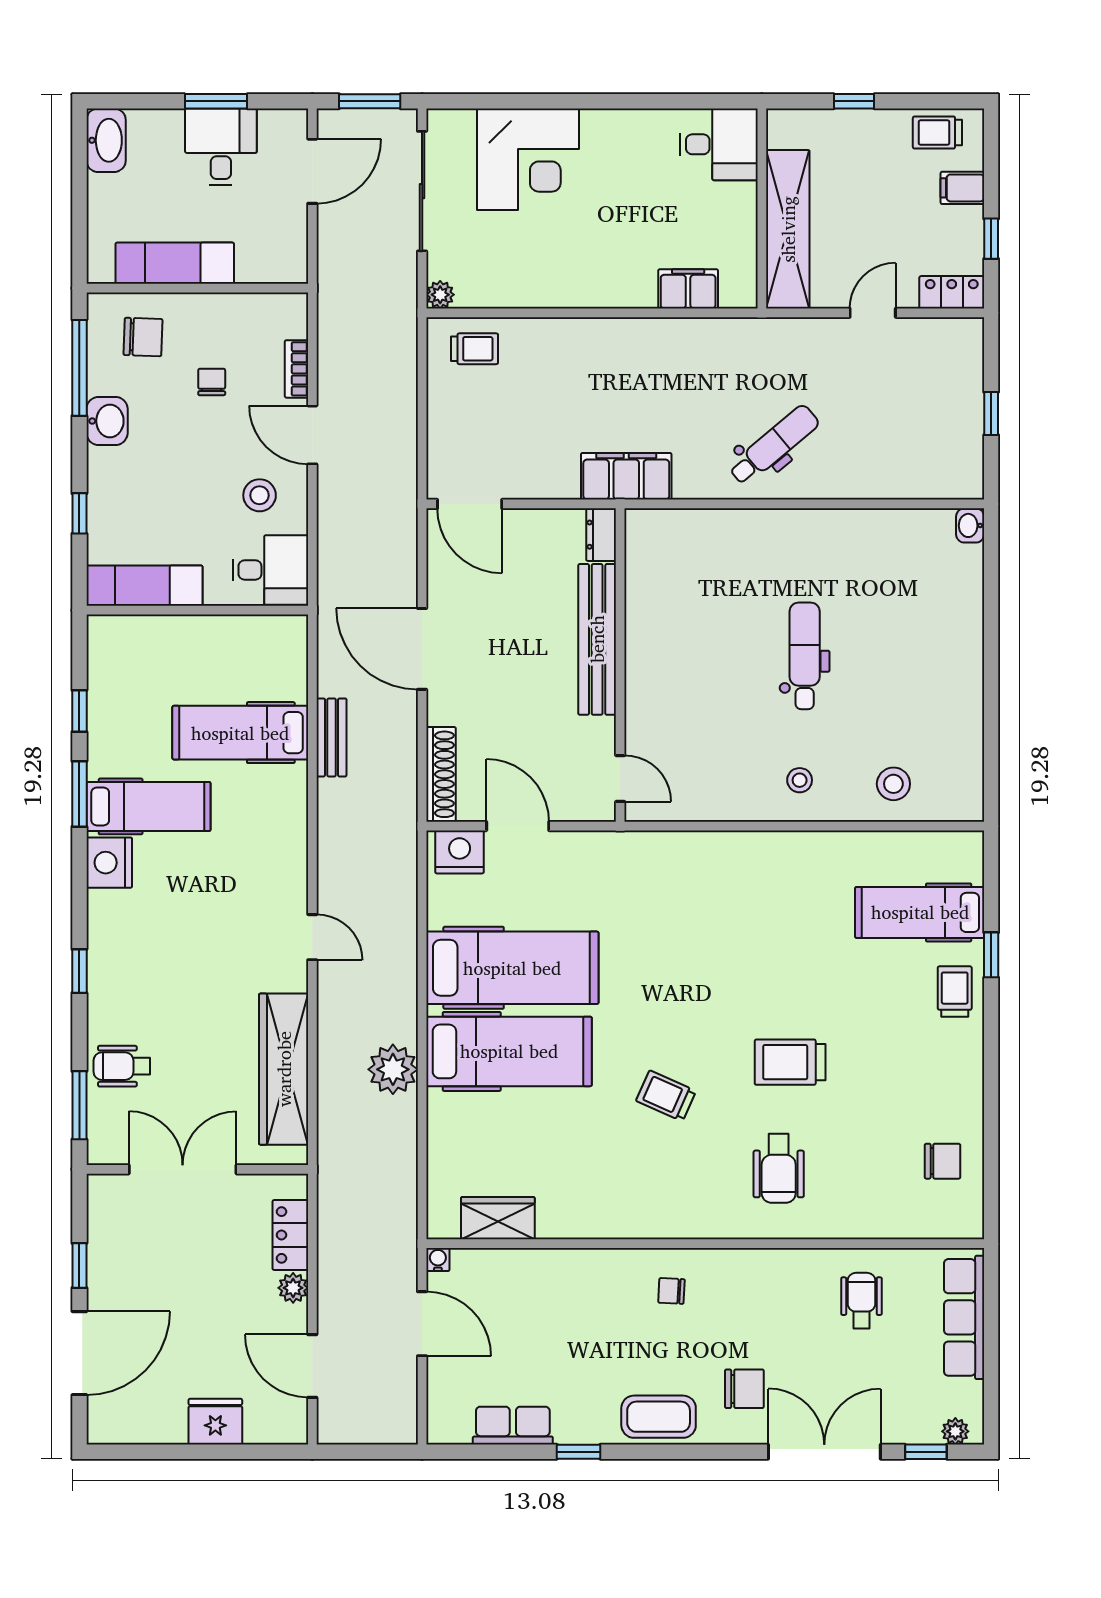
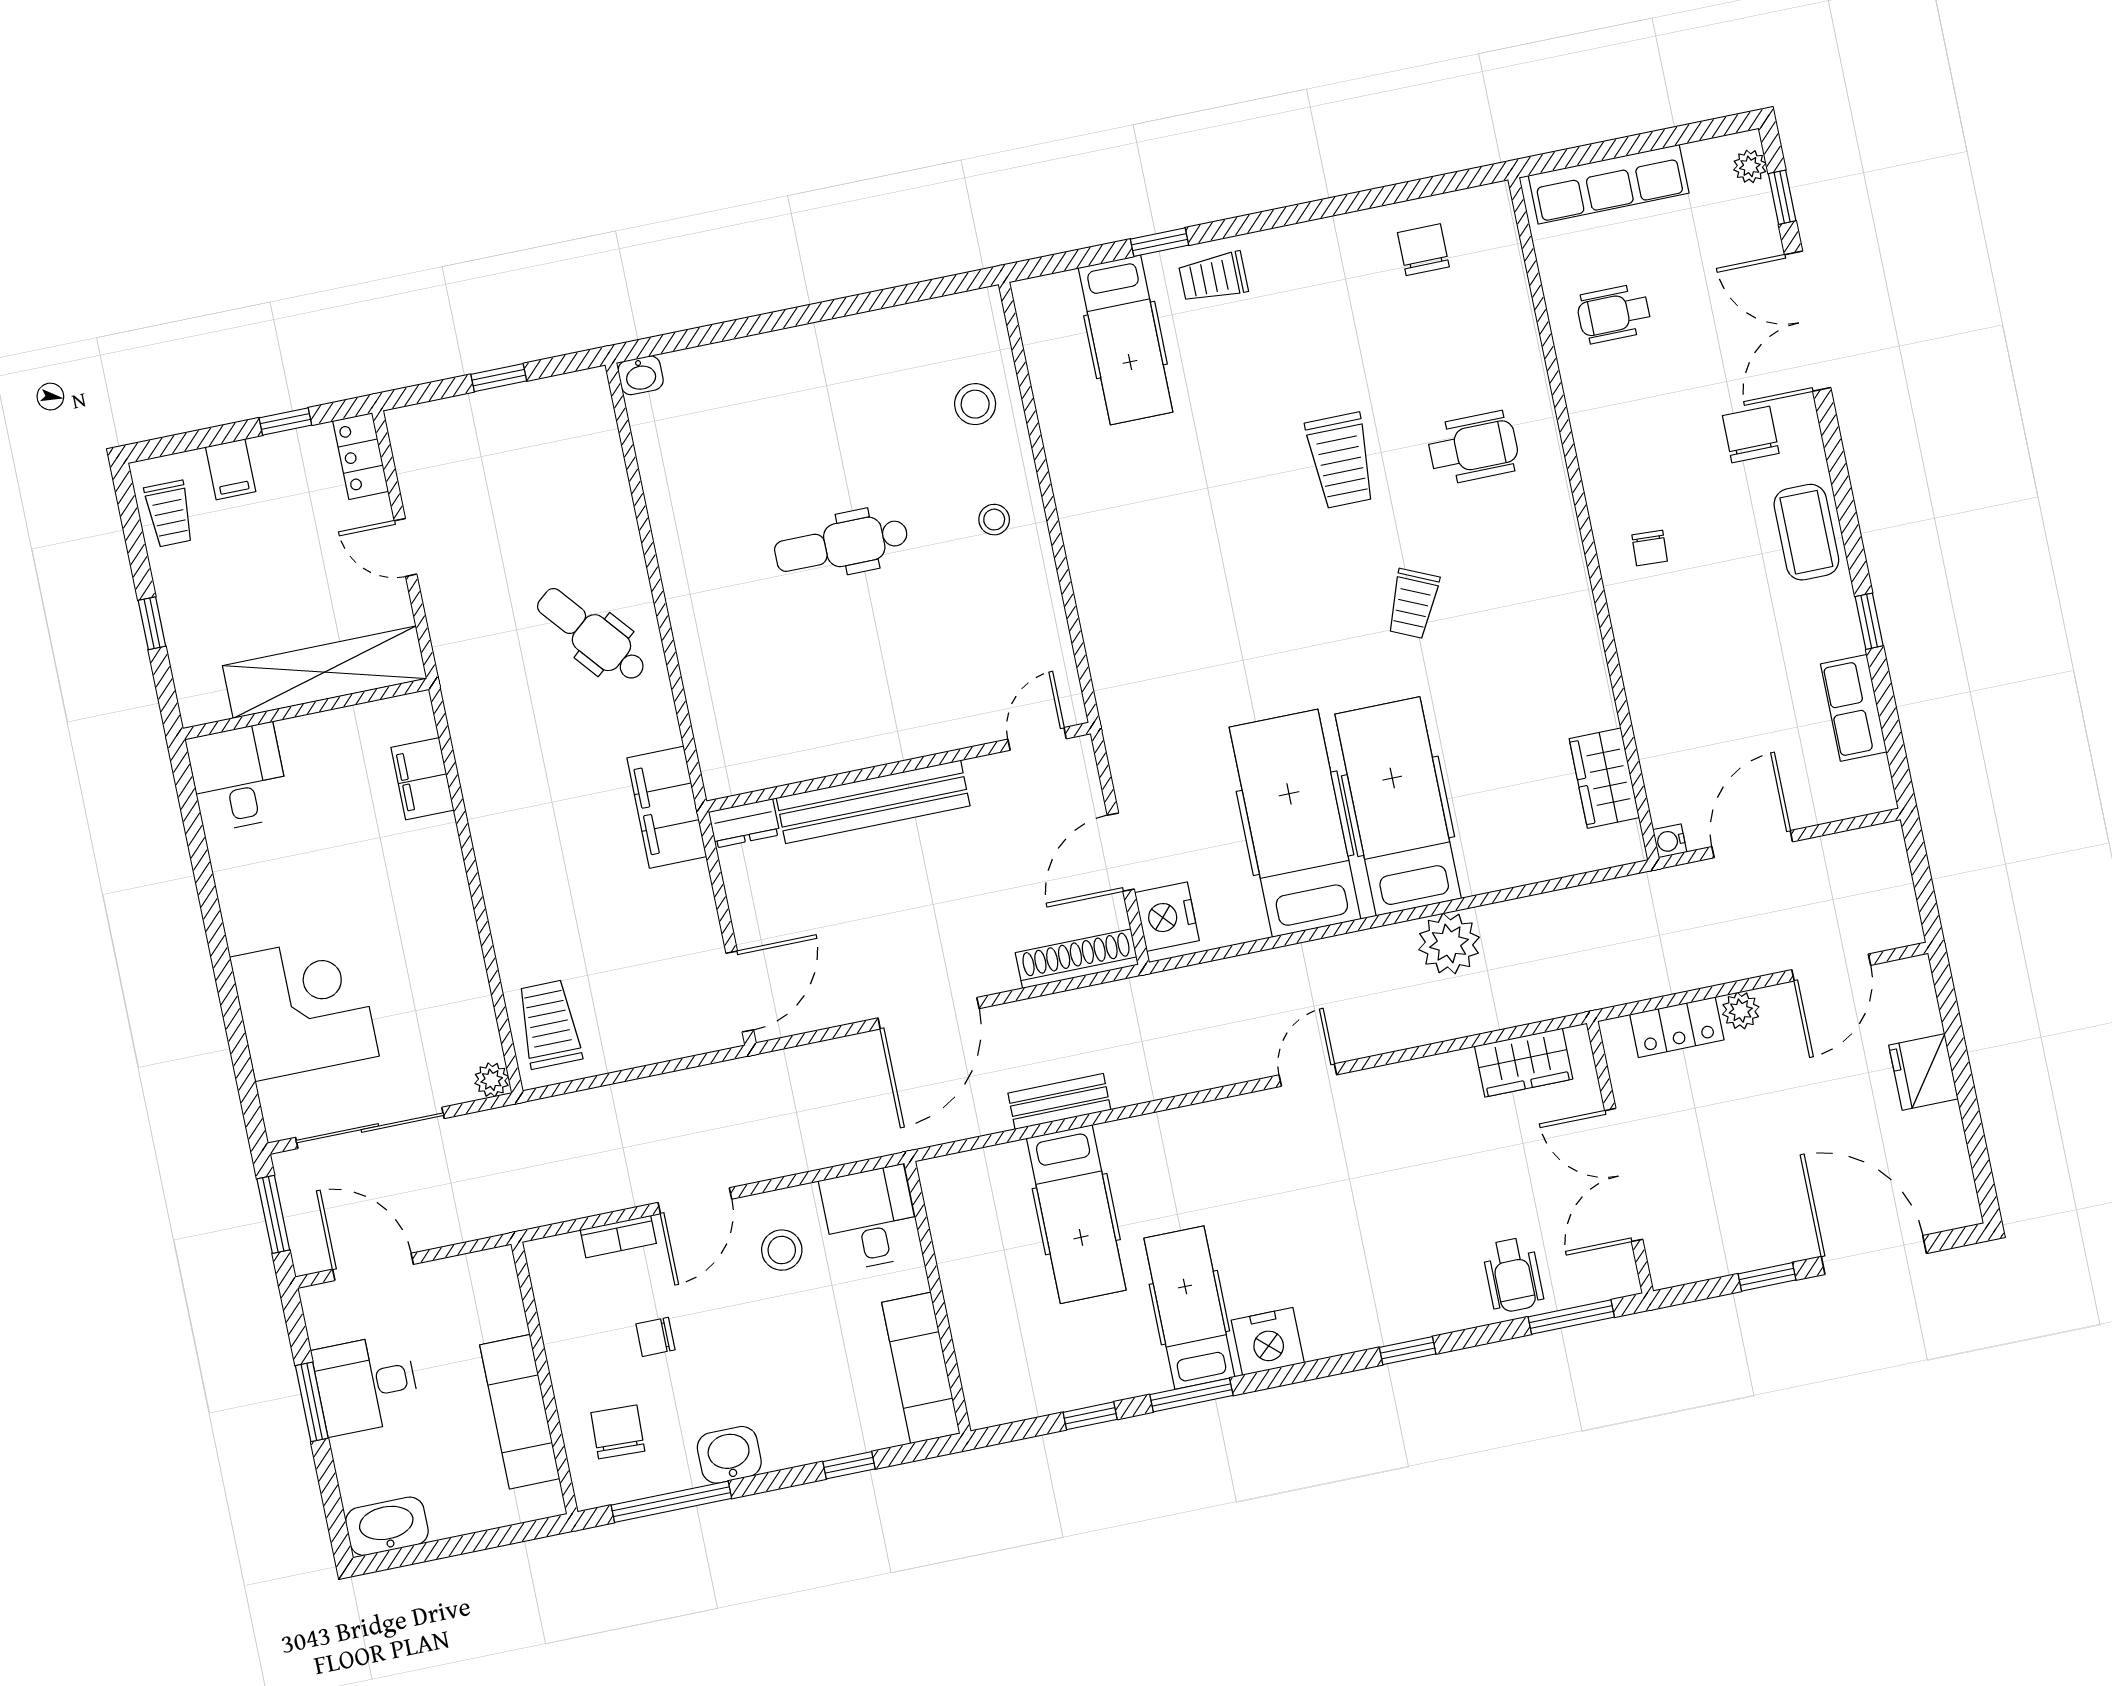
trolley: (475, 349) -> (549, 1024), width x1.36, depth x1.39
wardrobe: (284, 1069) -> (1524, 1063), width x0.48, depth x0.85

